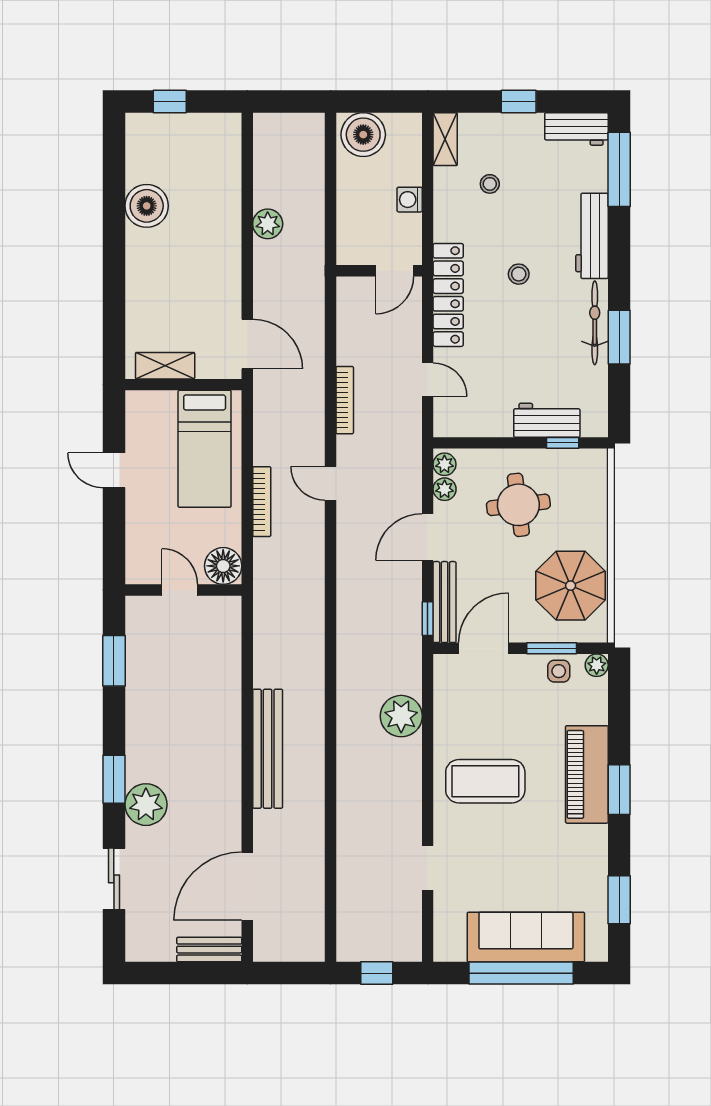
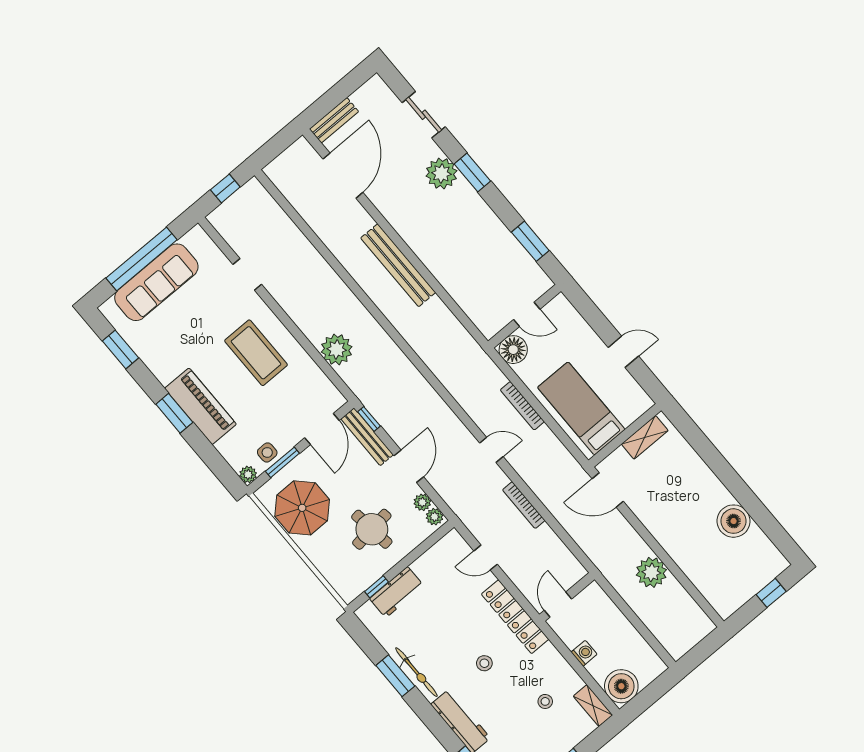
boiler: (363, 135) -> (621, 686), moved
plant: (268, 224) -> (651, 572), width x1.36, depth x1.36
coffee table: (485, 781) -> (256, 353), turned 90

